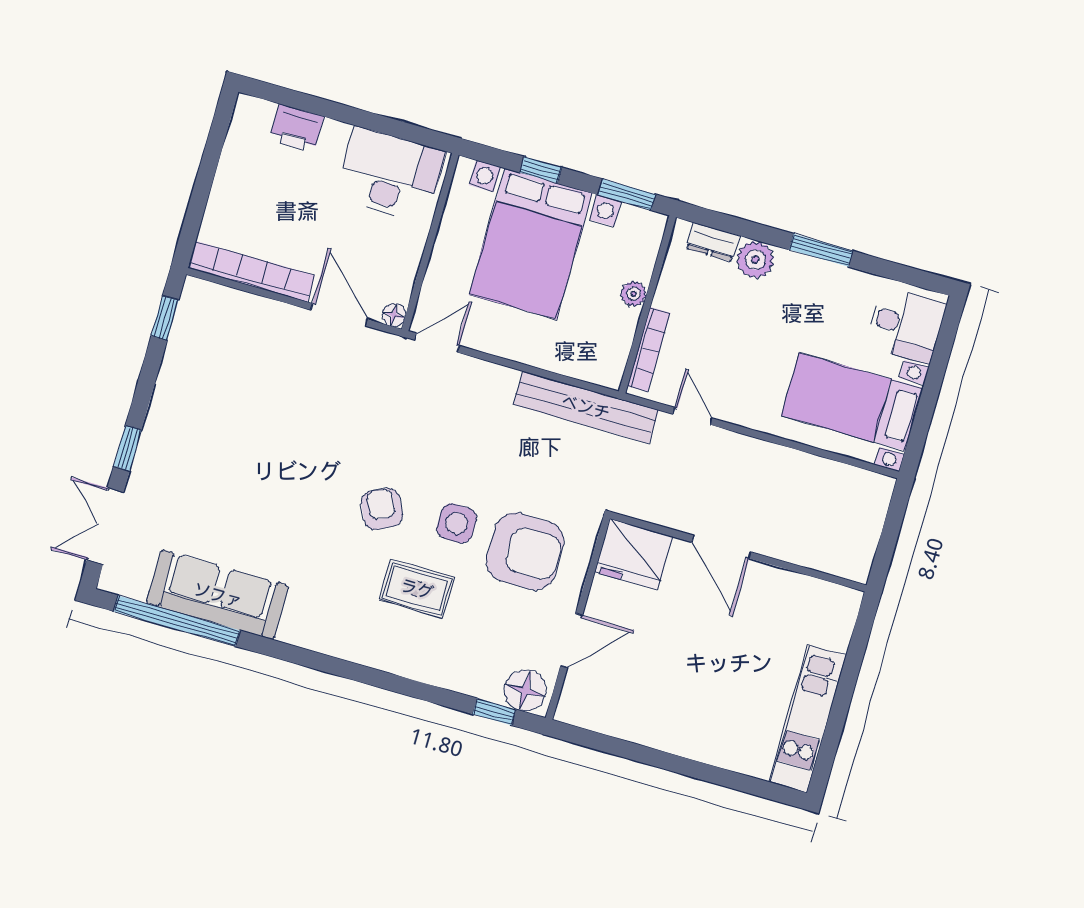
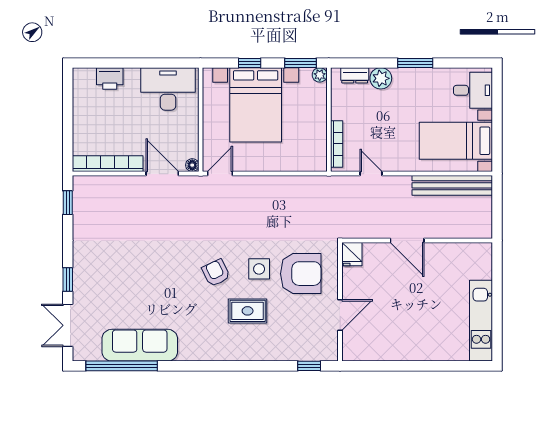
plant: (634, 294) -> (320, 75), moved
bench: (586, 407) -> (452, 185), moved
fridge: (634, 554) -> (352, 254), width x0.53, depth x0.75
floor lamp: (525, 691) -> (323, 349), removed

